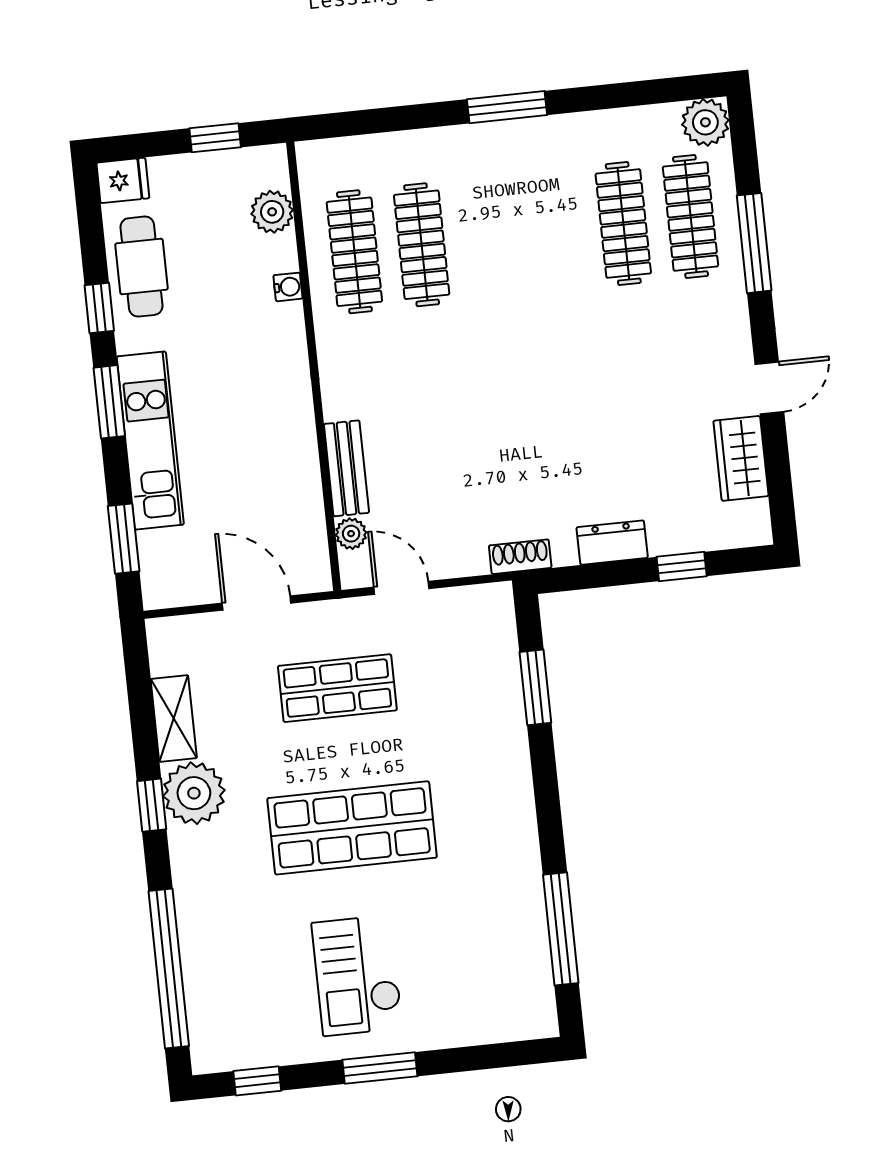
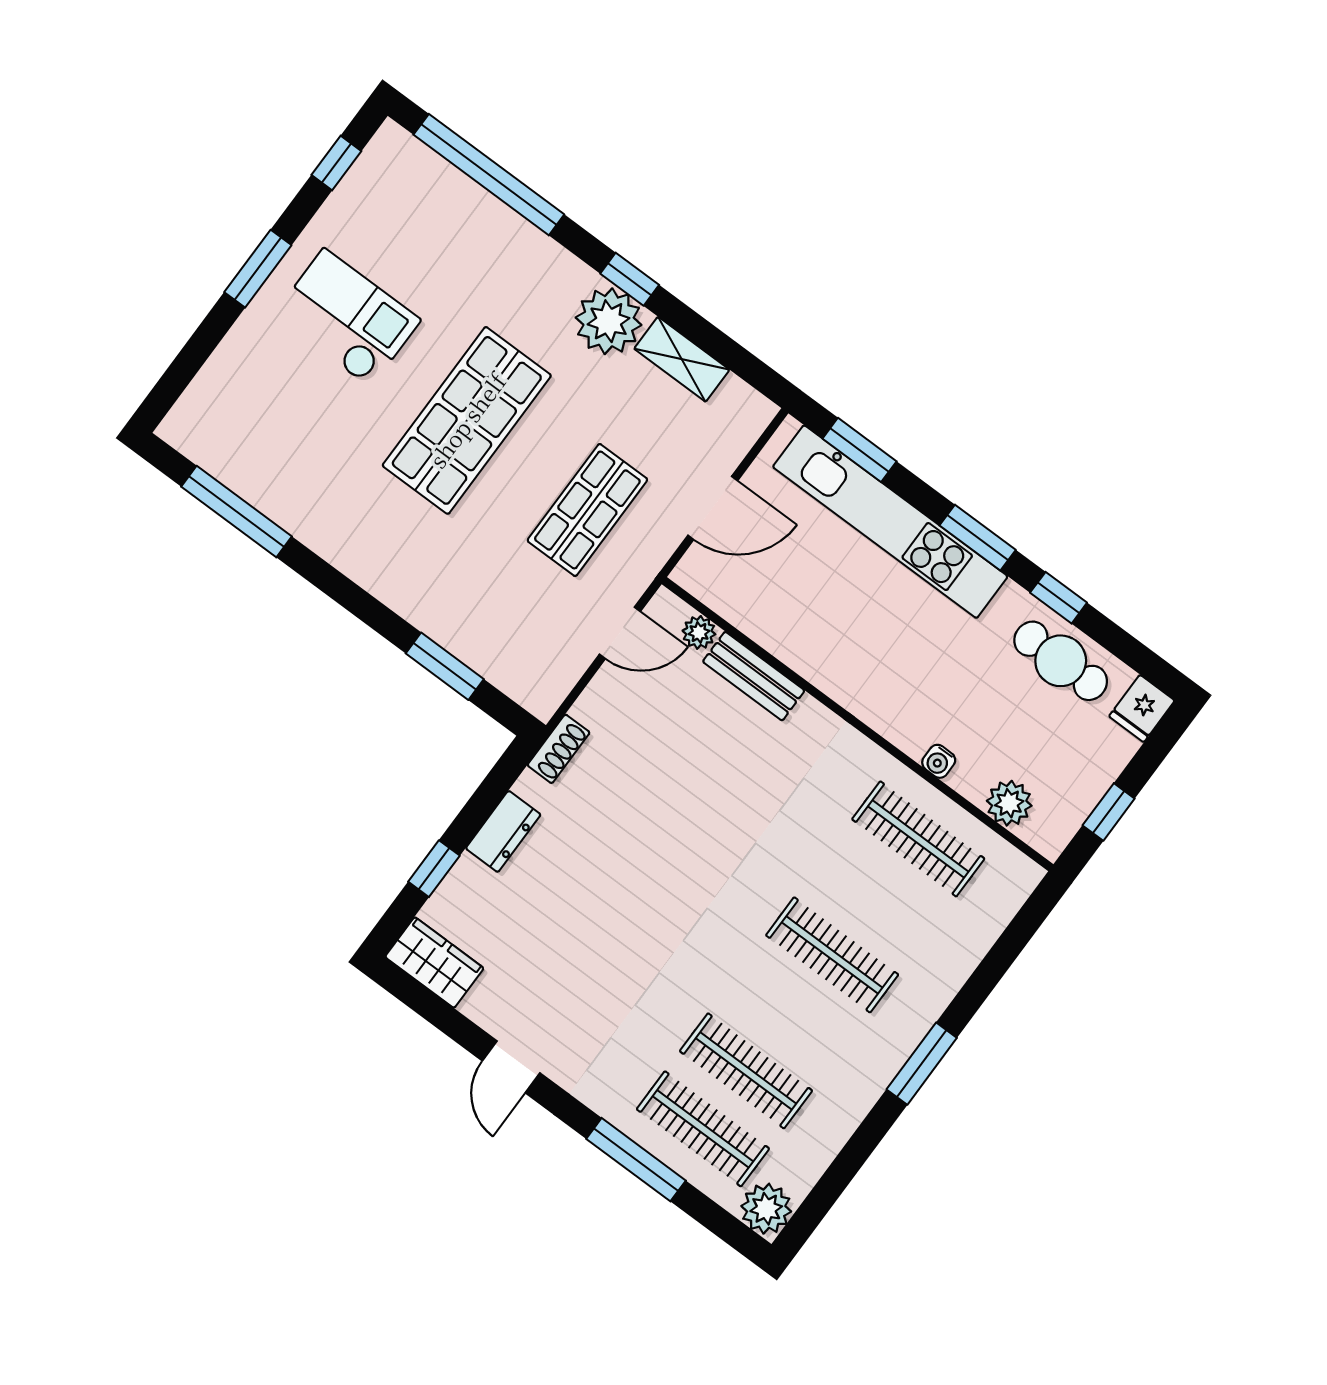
clothes rail: (422, 245) -> (832, 955), moved
kitchen unit: (150, 441) -> (890, 522), width x1.36
wardrobe: (741, 458) -> (434, 962), moved

